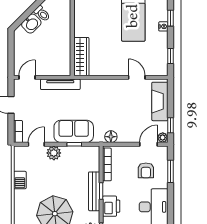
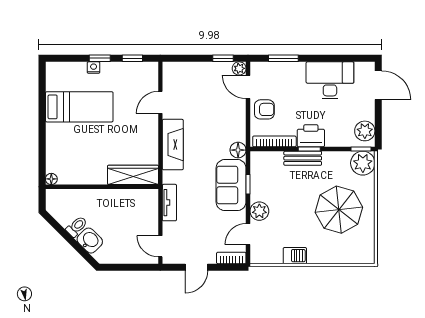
window: (170, 18) -> (100, 58), moved
tv unit: (60, 84) -> (169, 203), width x0.71
fireplace: (160, 101) -> (173, 145), moved, turned -90
floor lamp: (111, 137) -> (238, 150), moved
door: (36, 144) -> (248, 234), hinge flipped
armchair: (146, 170) -> (264, 109), moved
bench: (94, 191) -> (303, 158), width x0.73
printer: (111, 206) -> (311, 136), moved

